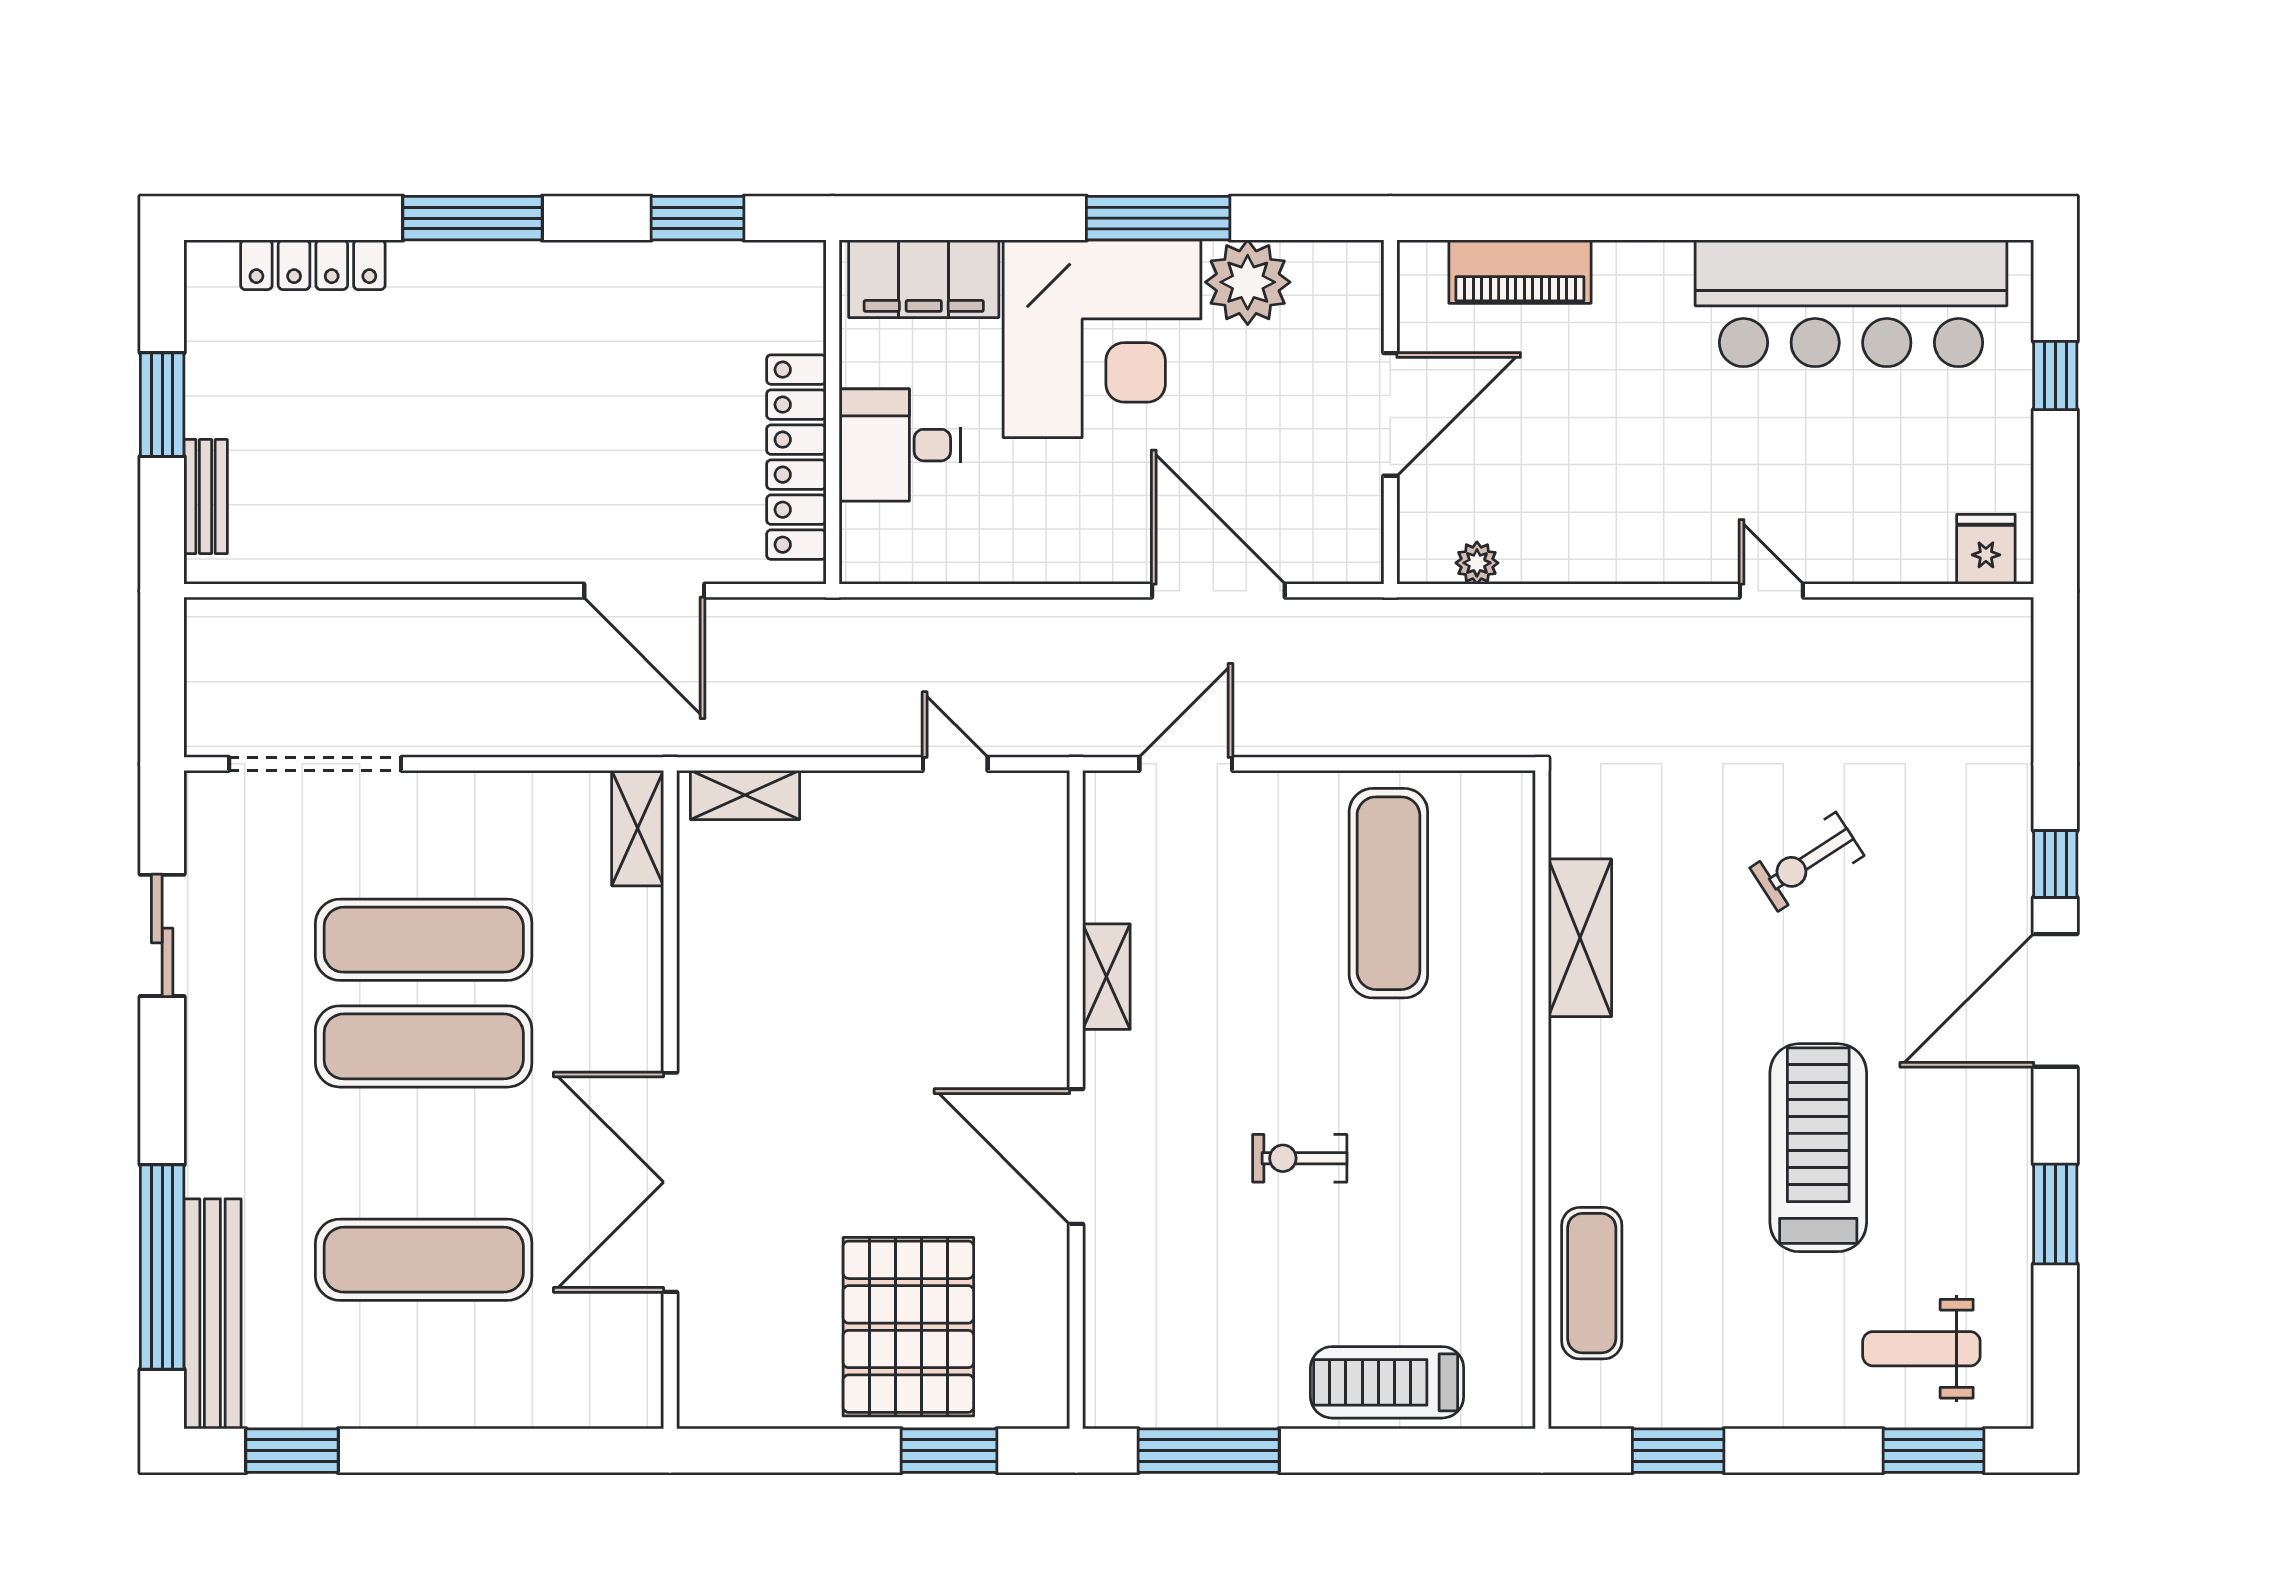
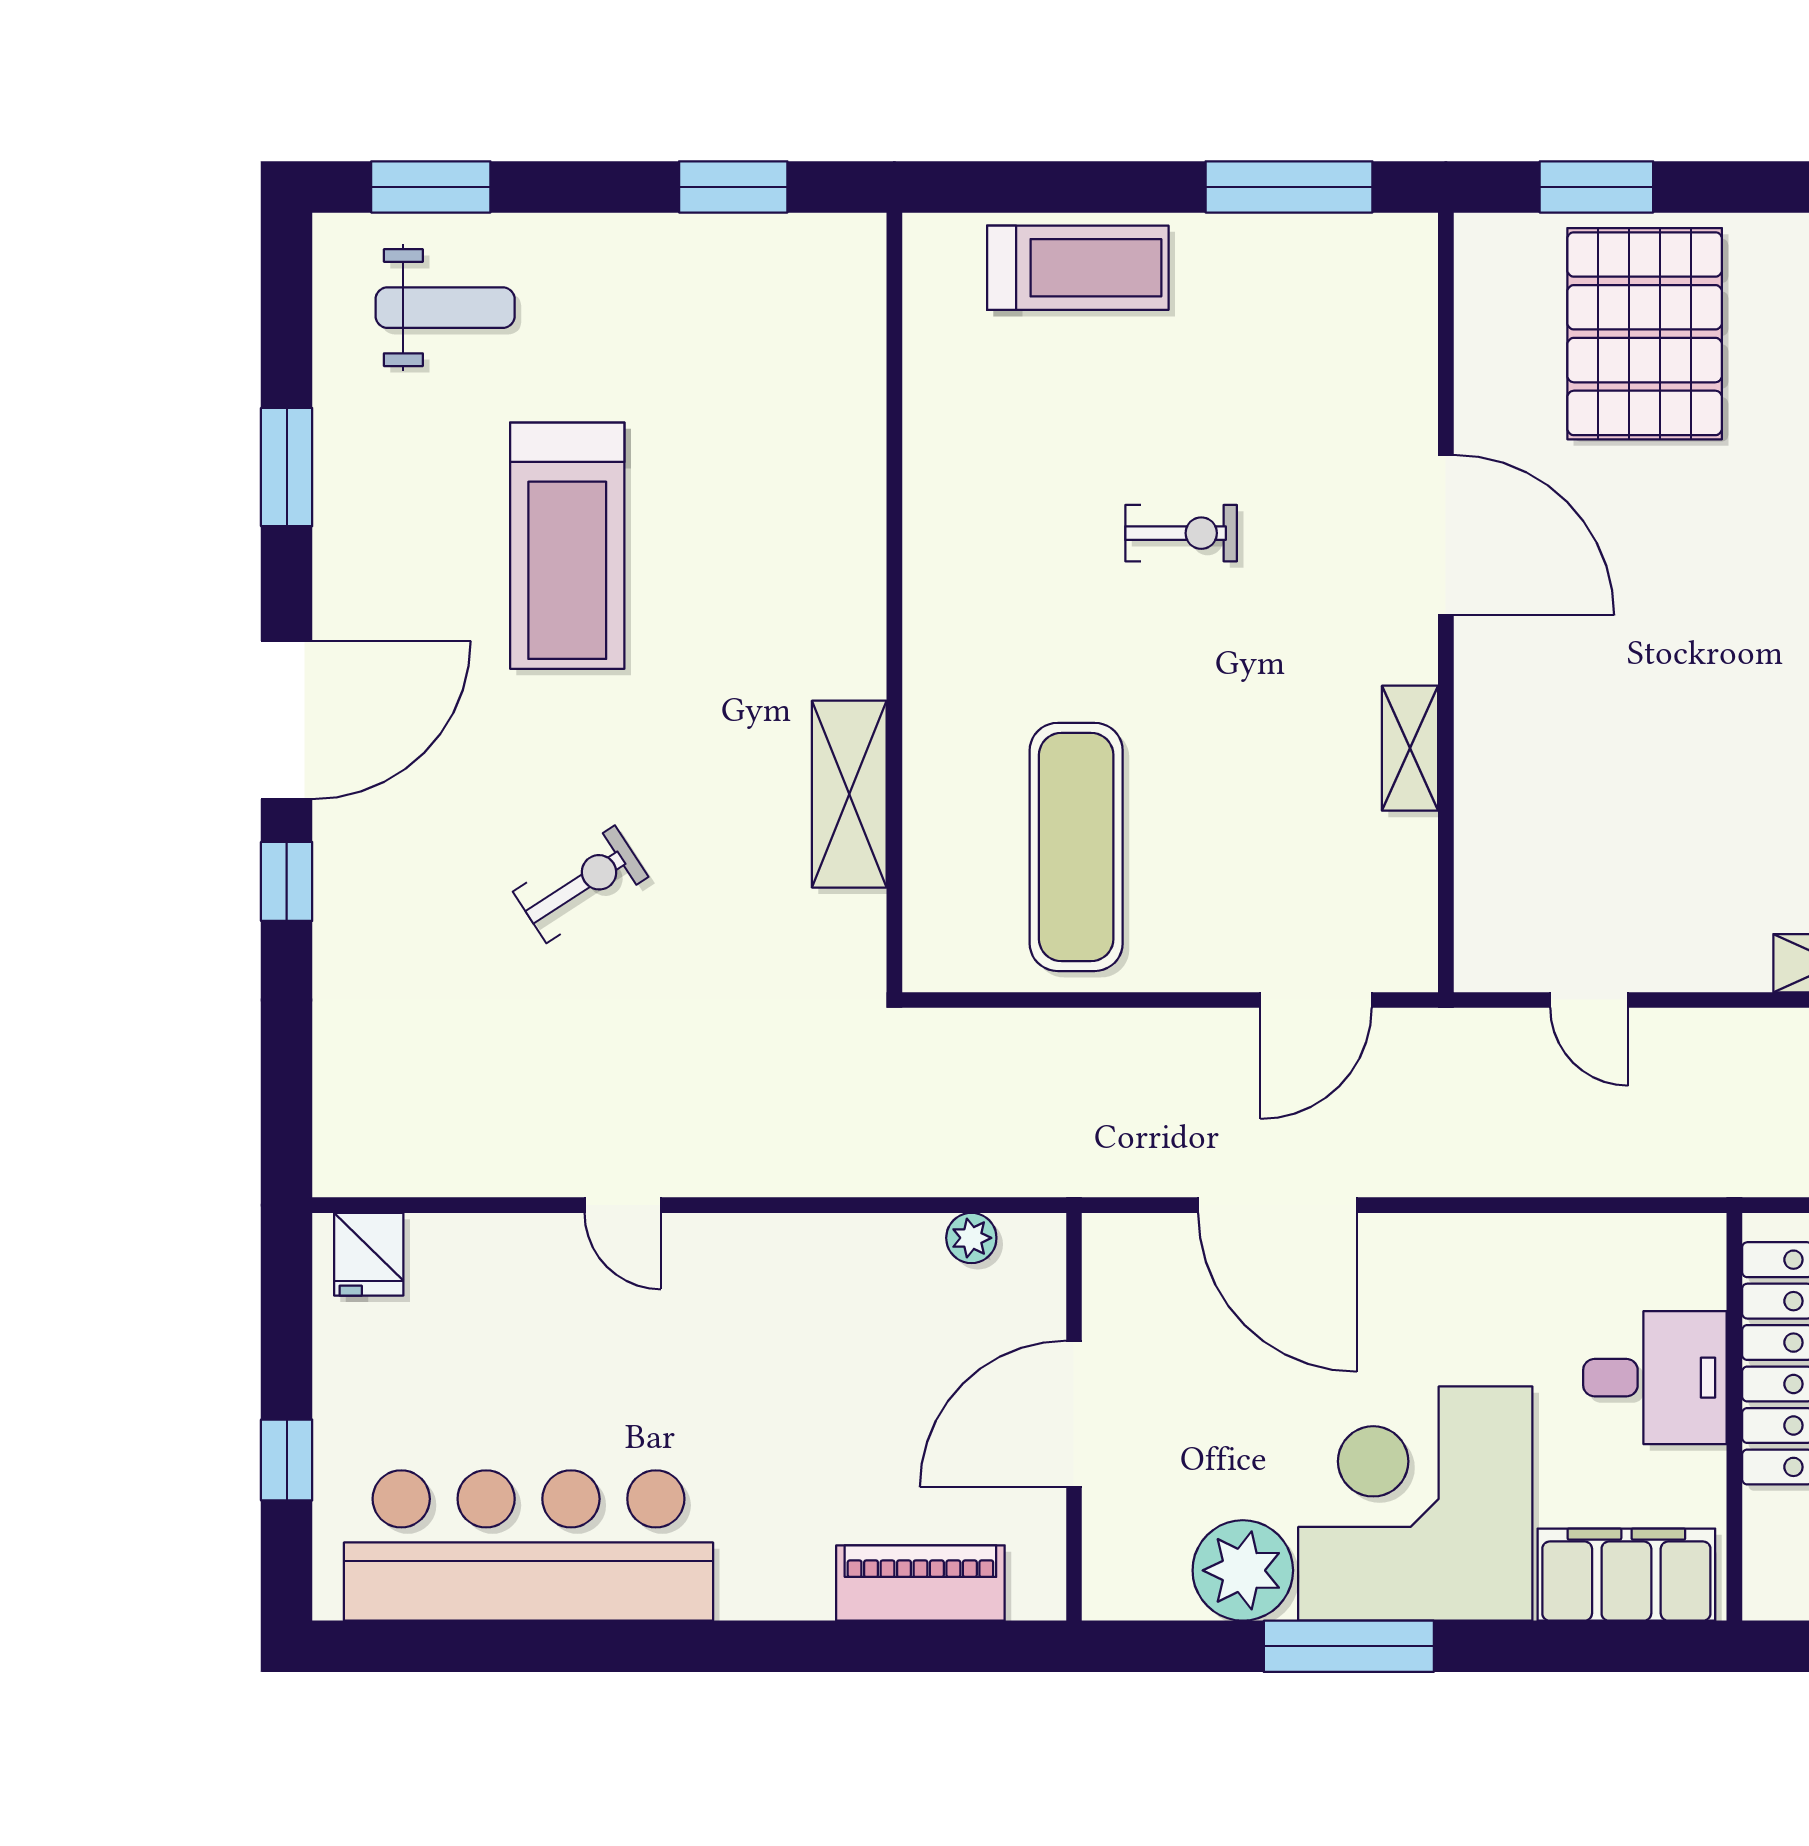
exercise mat: (1592, 1283) -> (835, 385), removed

